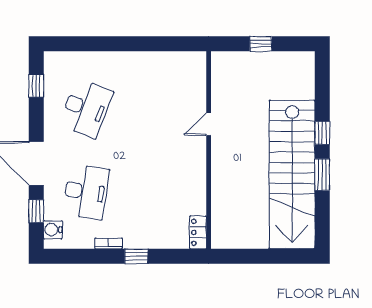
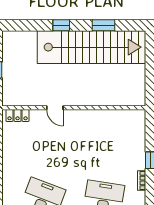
window: (322, 175) -> (103, 25), moved
locker: (198, 232) -> (18, 116), moved

